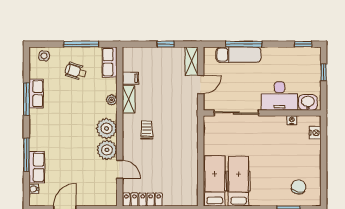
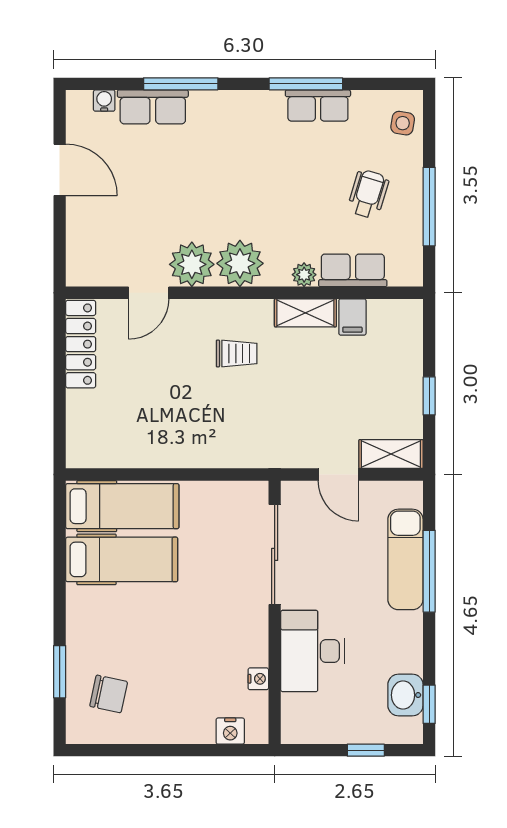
row of seats: (110, 62) -> (353, 270), moved
washbasin: (308, 102) -> (405, 695), moved, turned 180

